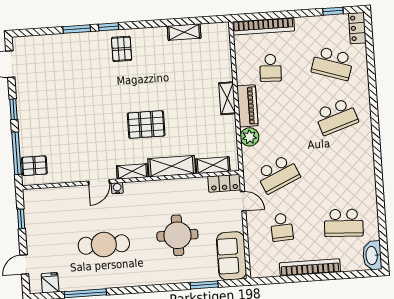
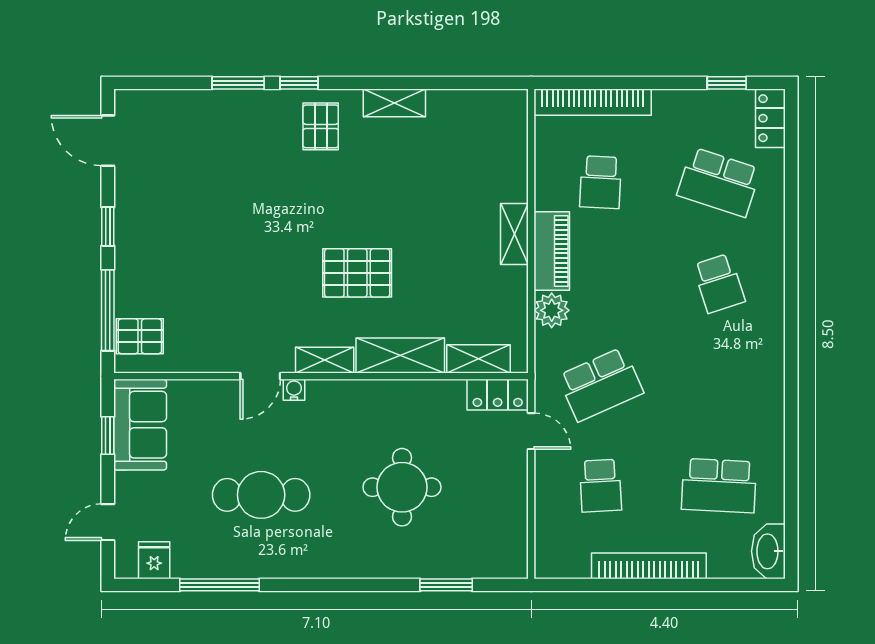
shelving: (184, 32) -> (394, 103), moved
school desk: (336, 117) -> (719, 283), width x0.54
sofa: (232, 256) -> (140, 425), moved, turned 180

